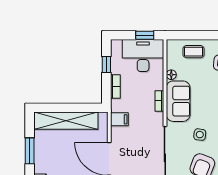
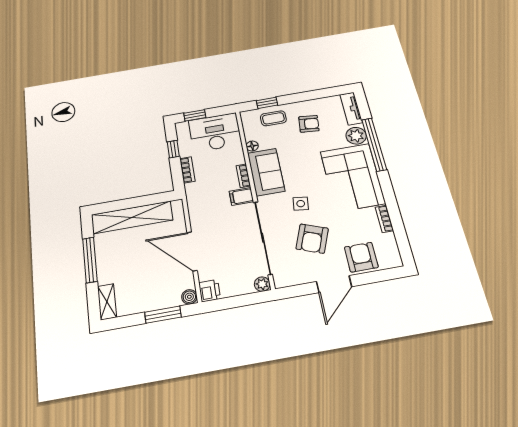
window: (145, 35) -> (195, 115), moved
window: (191, 35) -> (267, 103), added
filing cabinet: (119, 119) -> (241, 196), moved, turned 180
window: (30, 151) -> (90, 260), width x1.44

